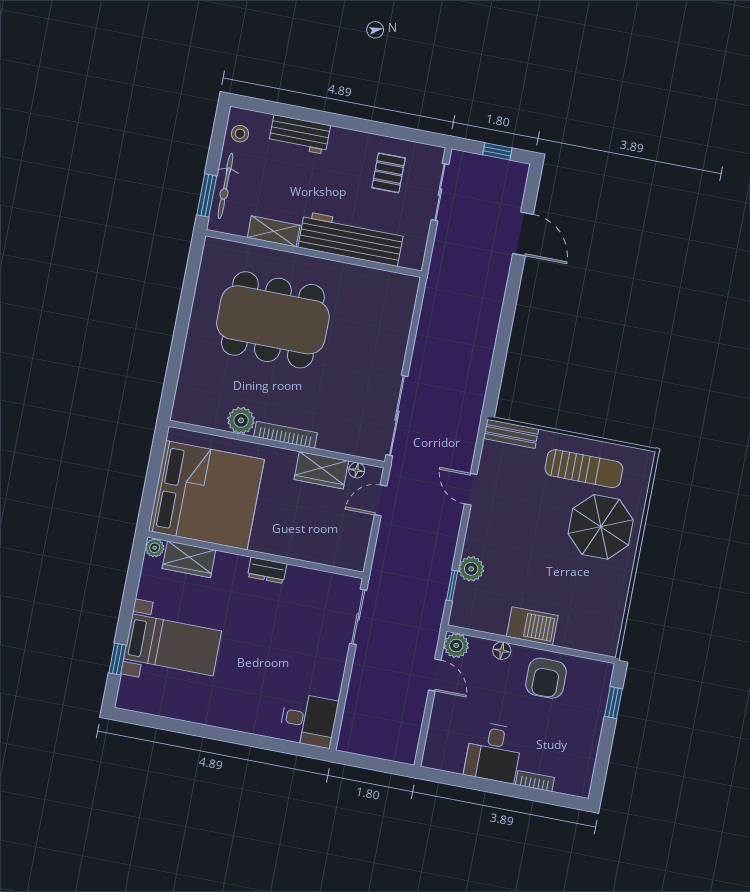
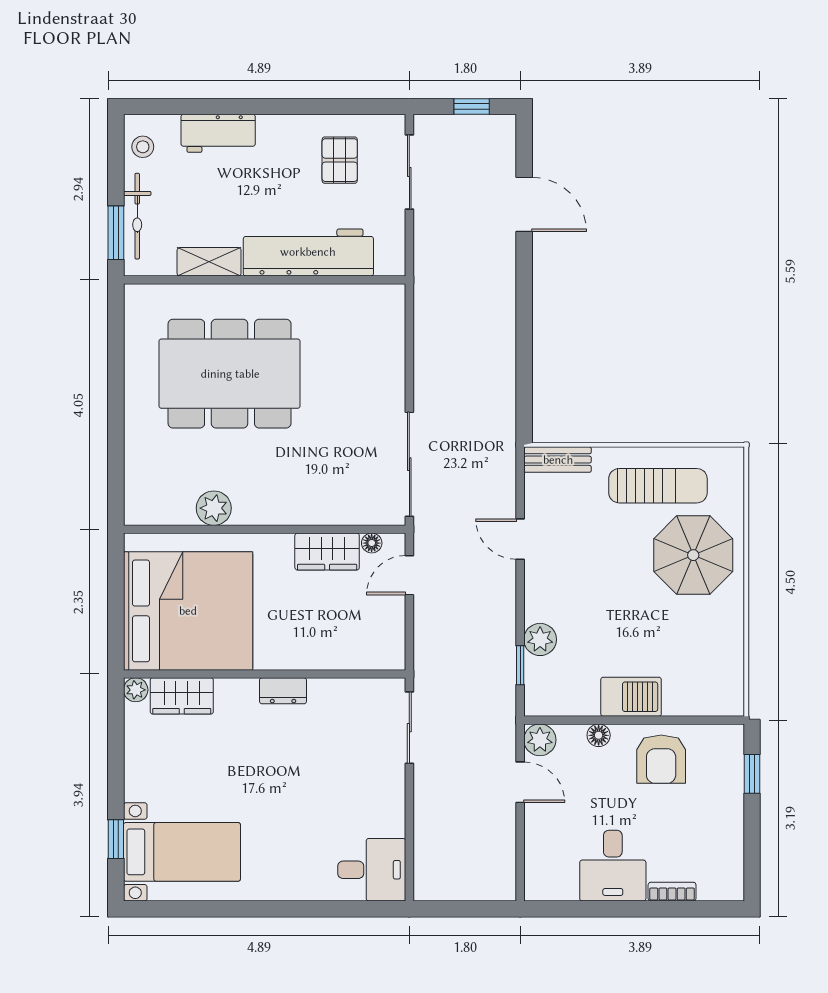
bookcase: (285, 435) -> (273, 515), removed
bed with nightstands: (173, 645) -> (182, 852), moved

